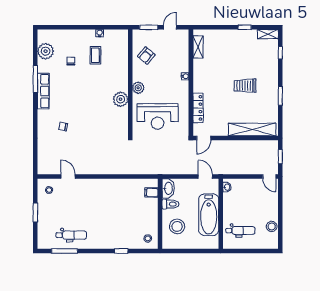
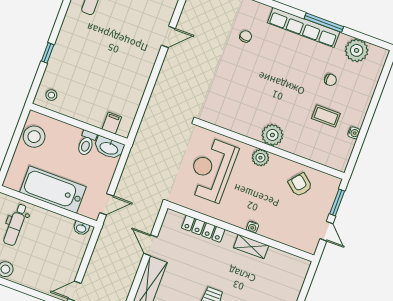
shelving: (198, 47) -> (251, 247), moved
row of seats: (43, 91) -> (304, 27), width x1.36
plant: (121, 99) -> (272, 135), moved
door: (204, 138) -> (150, 245), moved
door: (68, 176) -> (168, 37), moved
stool: (177, 226) -> (34, 137), moved

